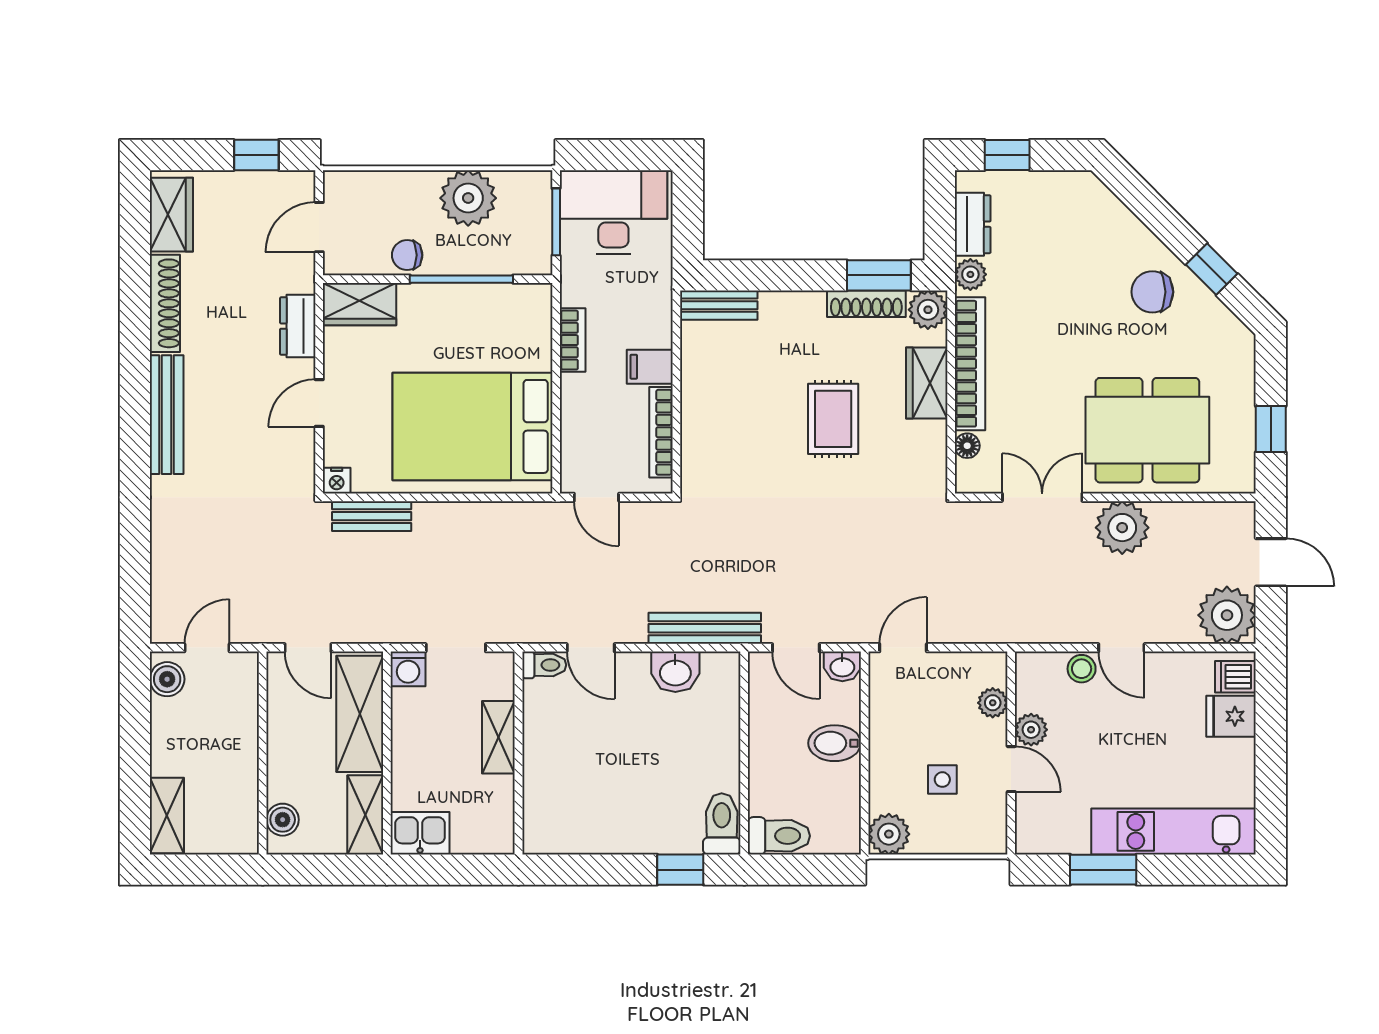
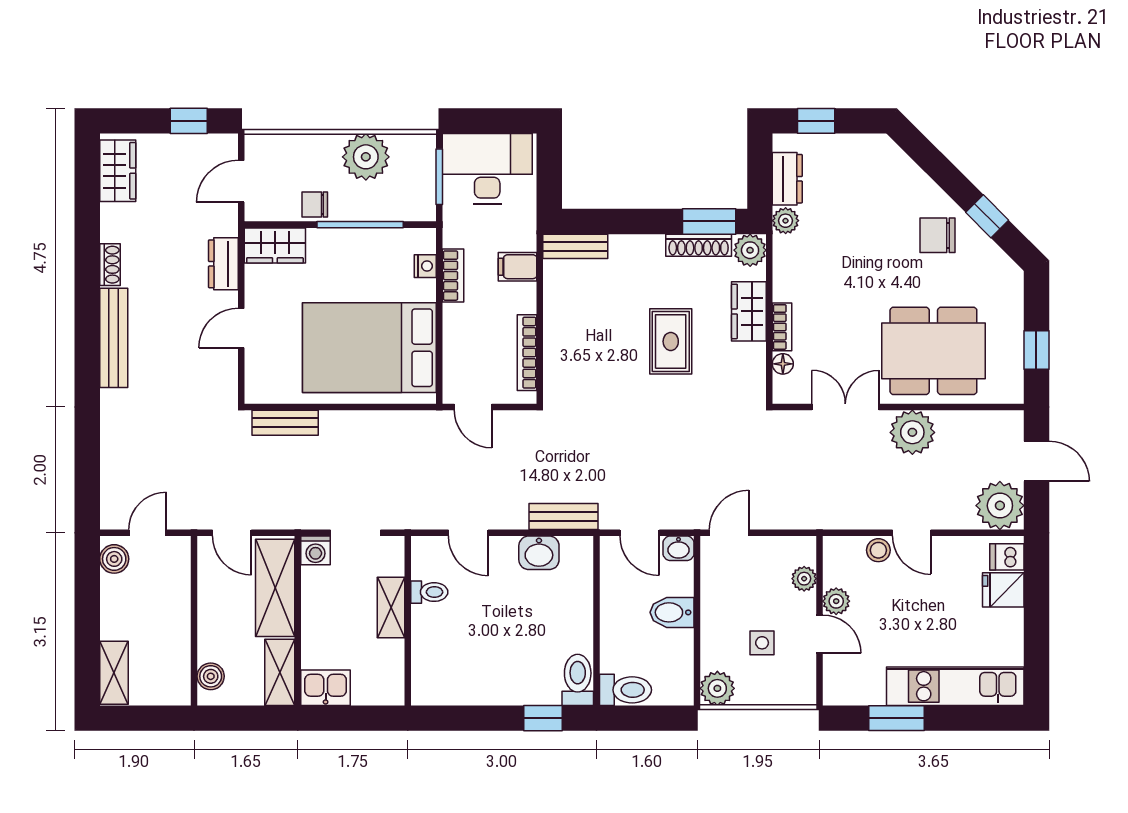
shoe rack: (165, 303) -> (110, 265), width x0.51, depth x0.81
bookcase: (970, 364) -> (782, 327), width x0.43, depth x0.76
filing cabinet: (650, 367) -> (518, 267), moved
nightstand: (337, 481) -> (425, 266), moved, turned -90
bench: (705, 628) -> (563, 516), width x0.73
toilet: (544, 665) -> (429, 592), moved

